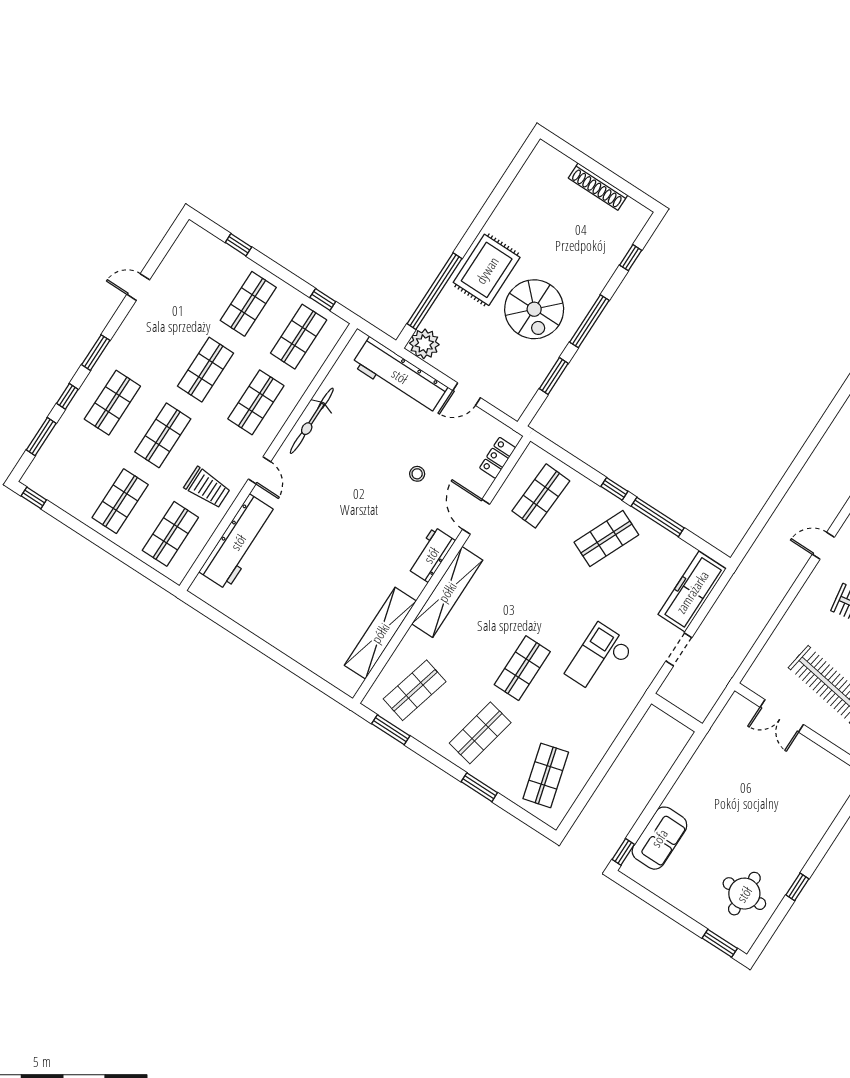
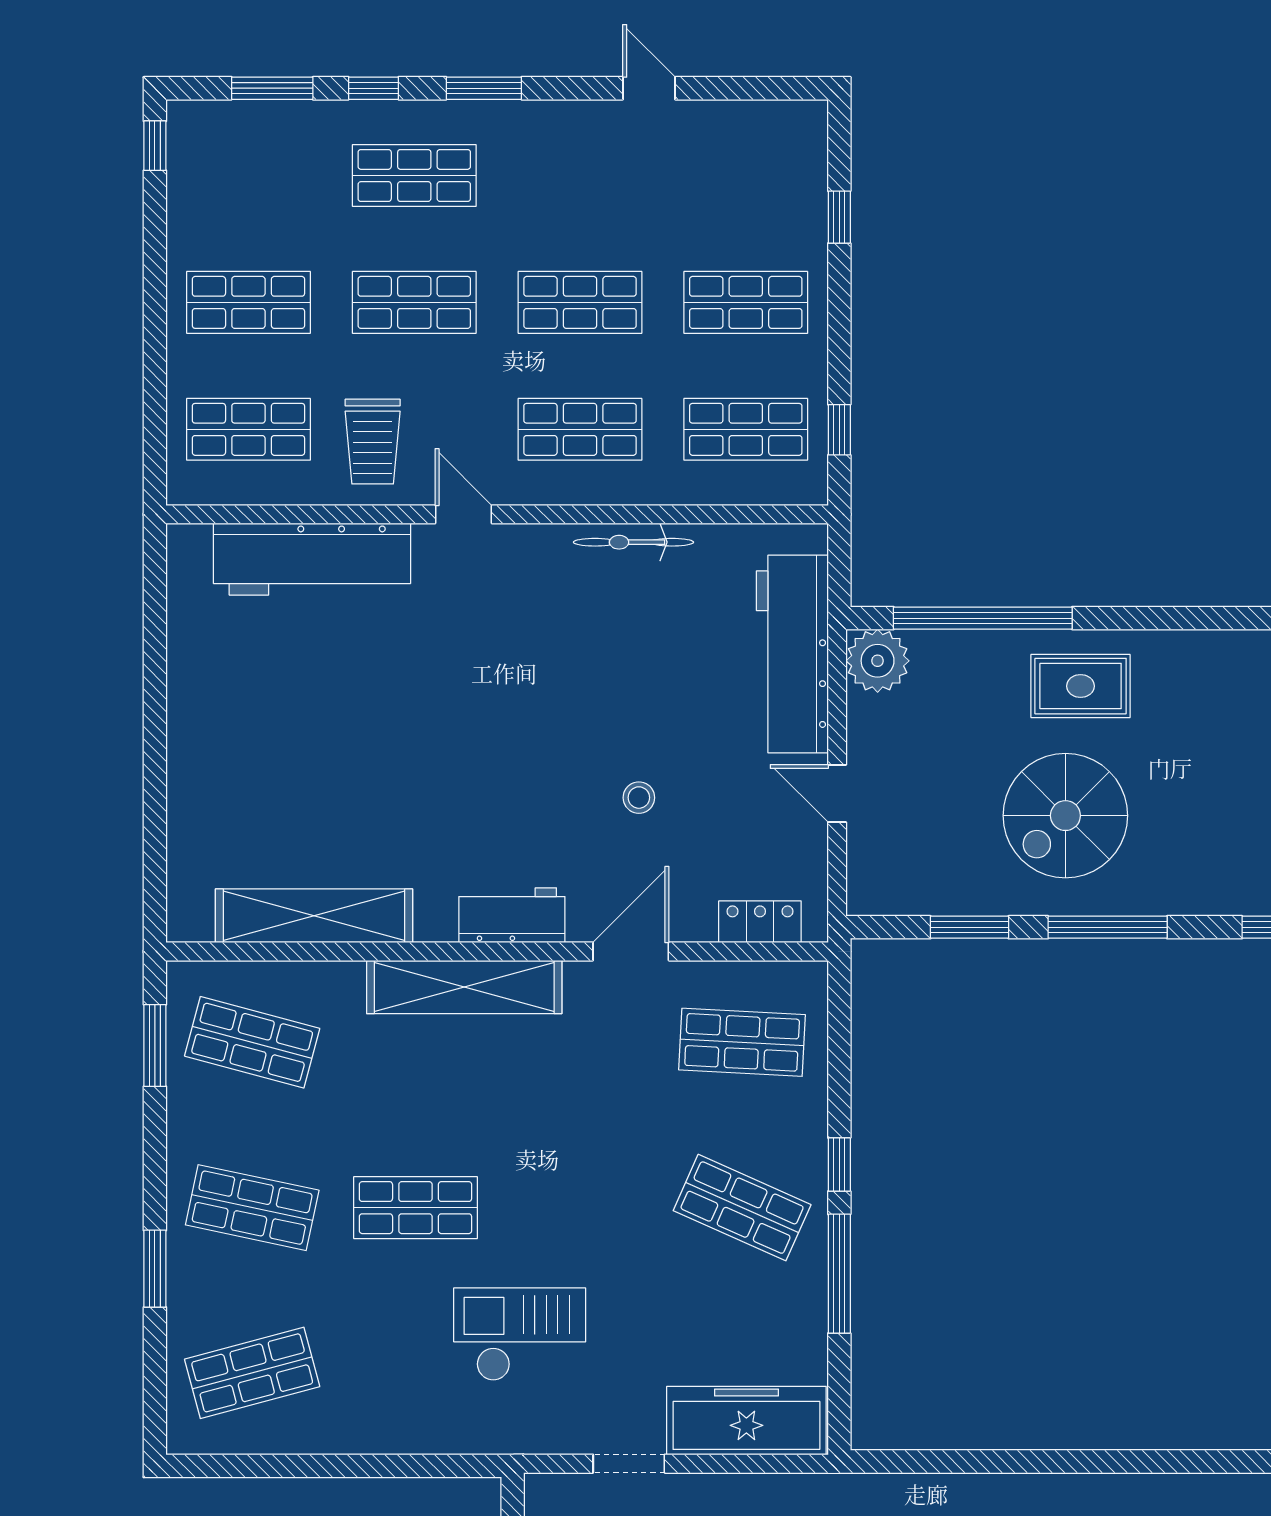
rug: (487, 270) -> (1081, 686), width x0.73, depth x0.70
bicycle: (312, 421) -> (633, 542), width x0.73, depth x0.71
door: (260, 470) -> (463, 514), swing flipped

